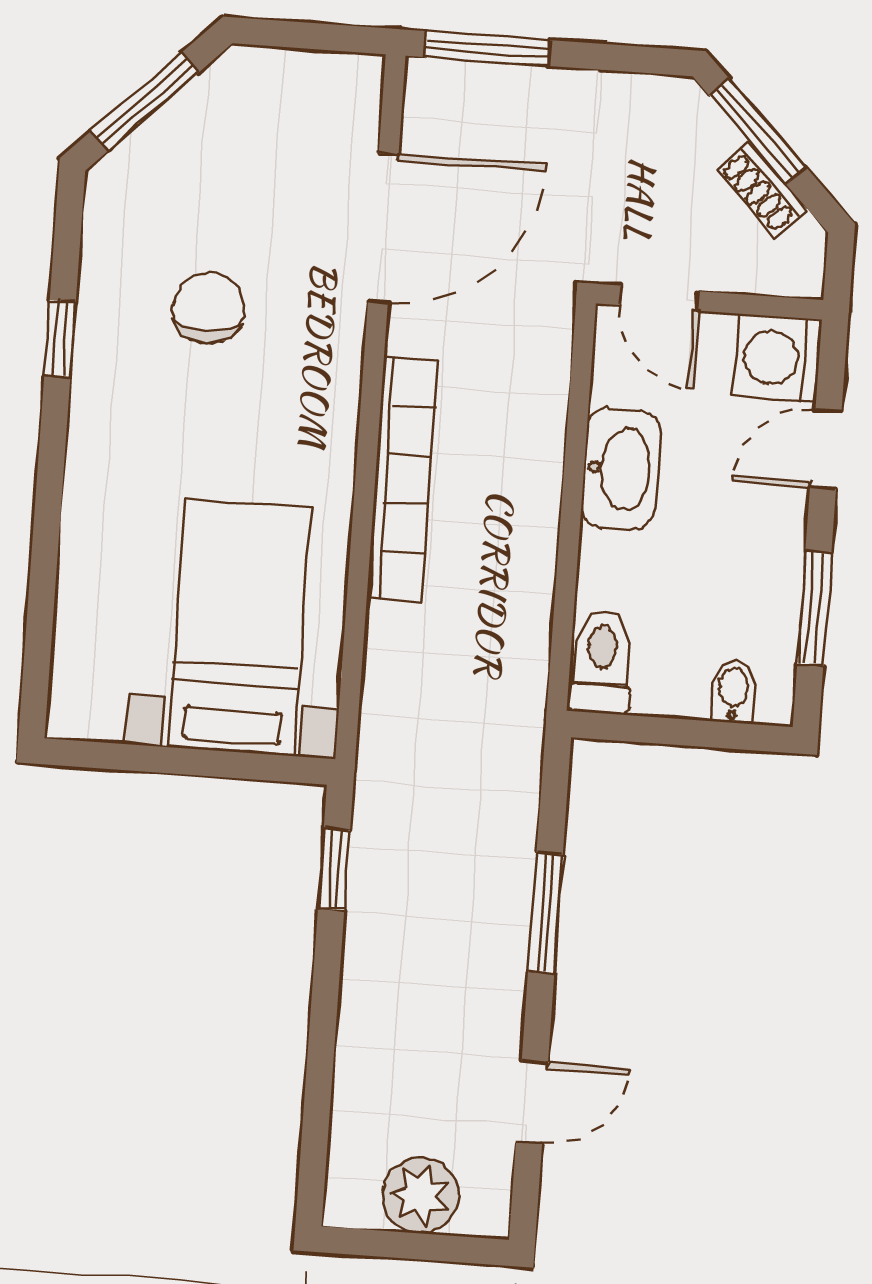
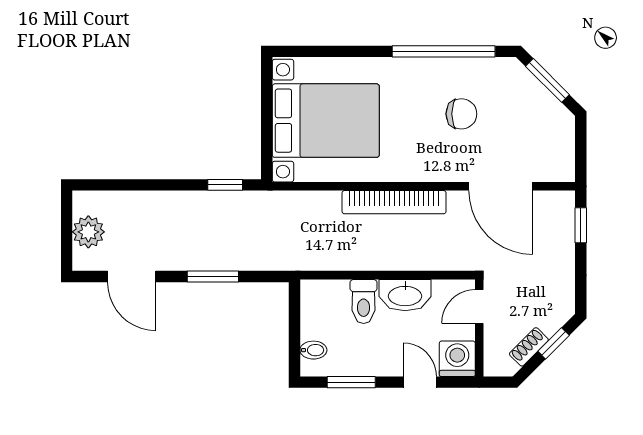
window: (487, 49) -> (581, 225), width x0.67
window: (758, 131) -> (554, 343), width x0.67
window: (60, 339) -> (444, 51), width x3.17
bed with nightstands: (239, 627) -> (326, 121), width x1.36
toilet: (601, 662) -> (364, 301), moved, turned 90
door: (532, 1102) -> (132, 277), width x1.38

